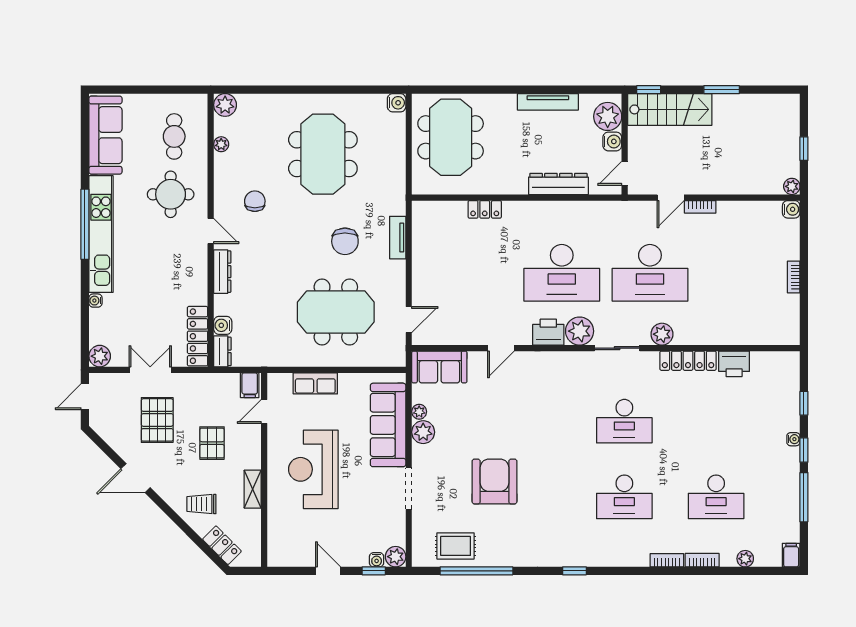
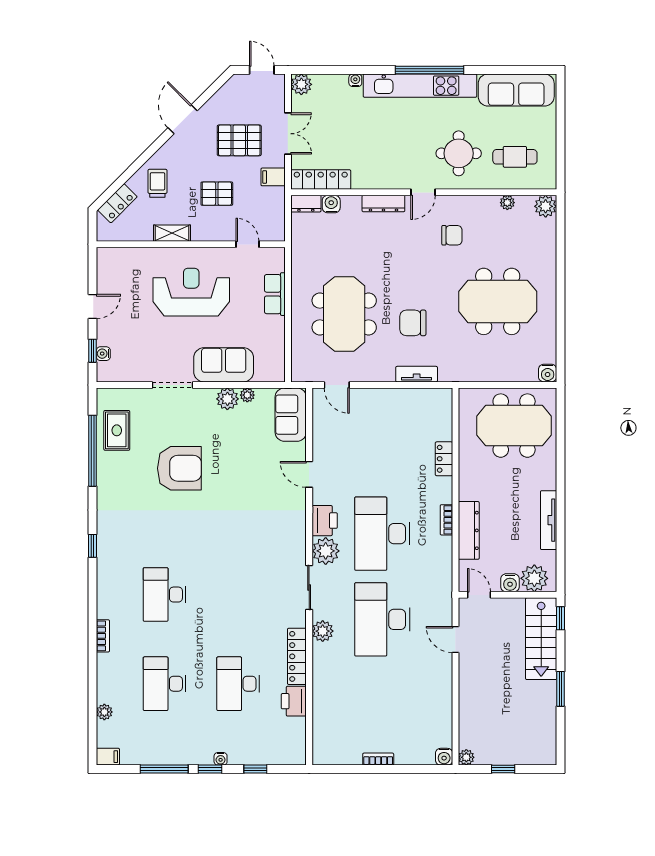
bookcase: (700, 207) -> (446, 520), moved
filing cabinet: (250, 385) -> (273, 177), moved
desk: (624, 421) -> (238, 684), moved
sofa: (388, 425) -> (224, 365), width x0.73
plant: (396, 557) -> (106, 372), removed
bookcase: (702, 560) -> (103, 670), removed

